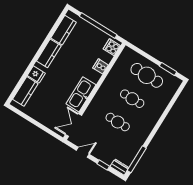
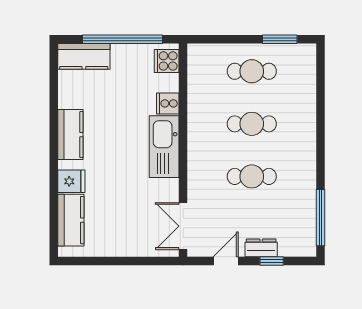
kitchen counter: (64, 30) -> (84, 56), moved, turned 90
cafe table: (147, 75) -> (252, 71), width x0.73, depth x0.74
kitchen sink: (81, 94) -> (164, 147), moved
dresser: (120, 167) -> (261, 248), moved

